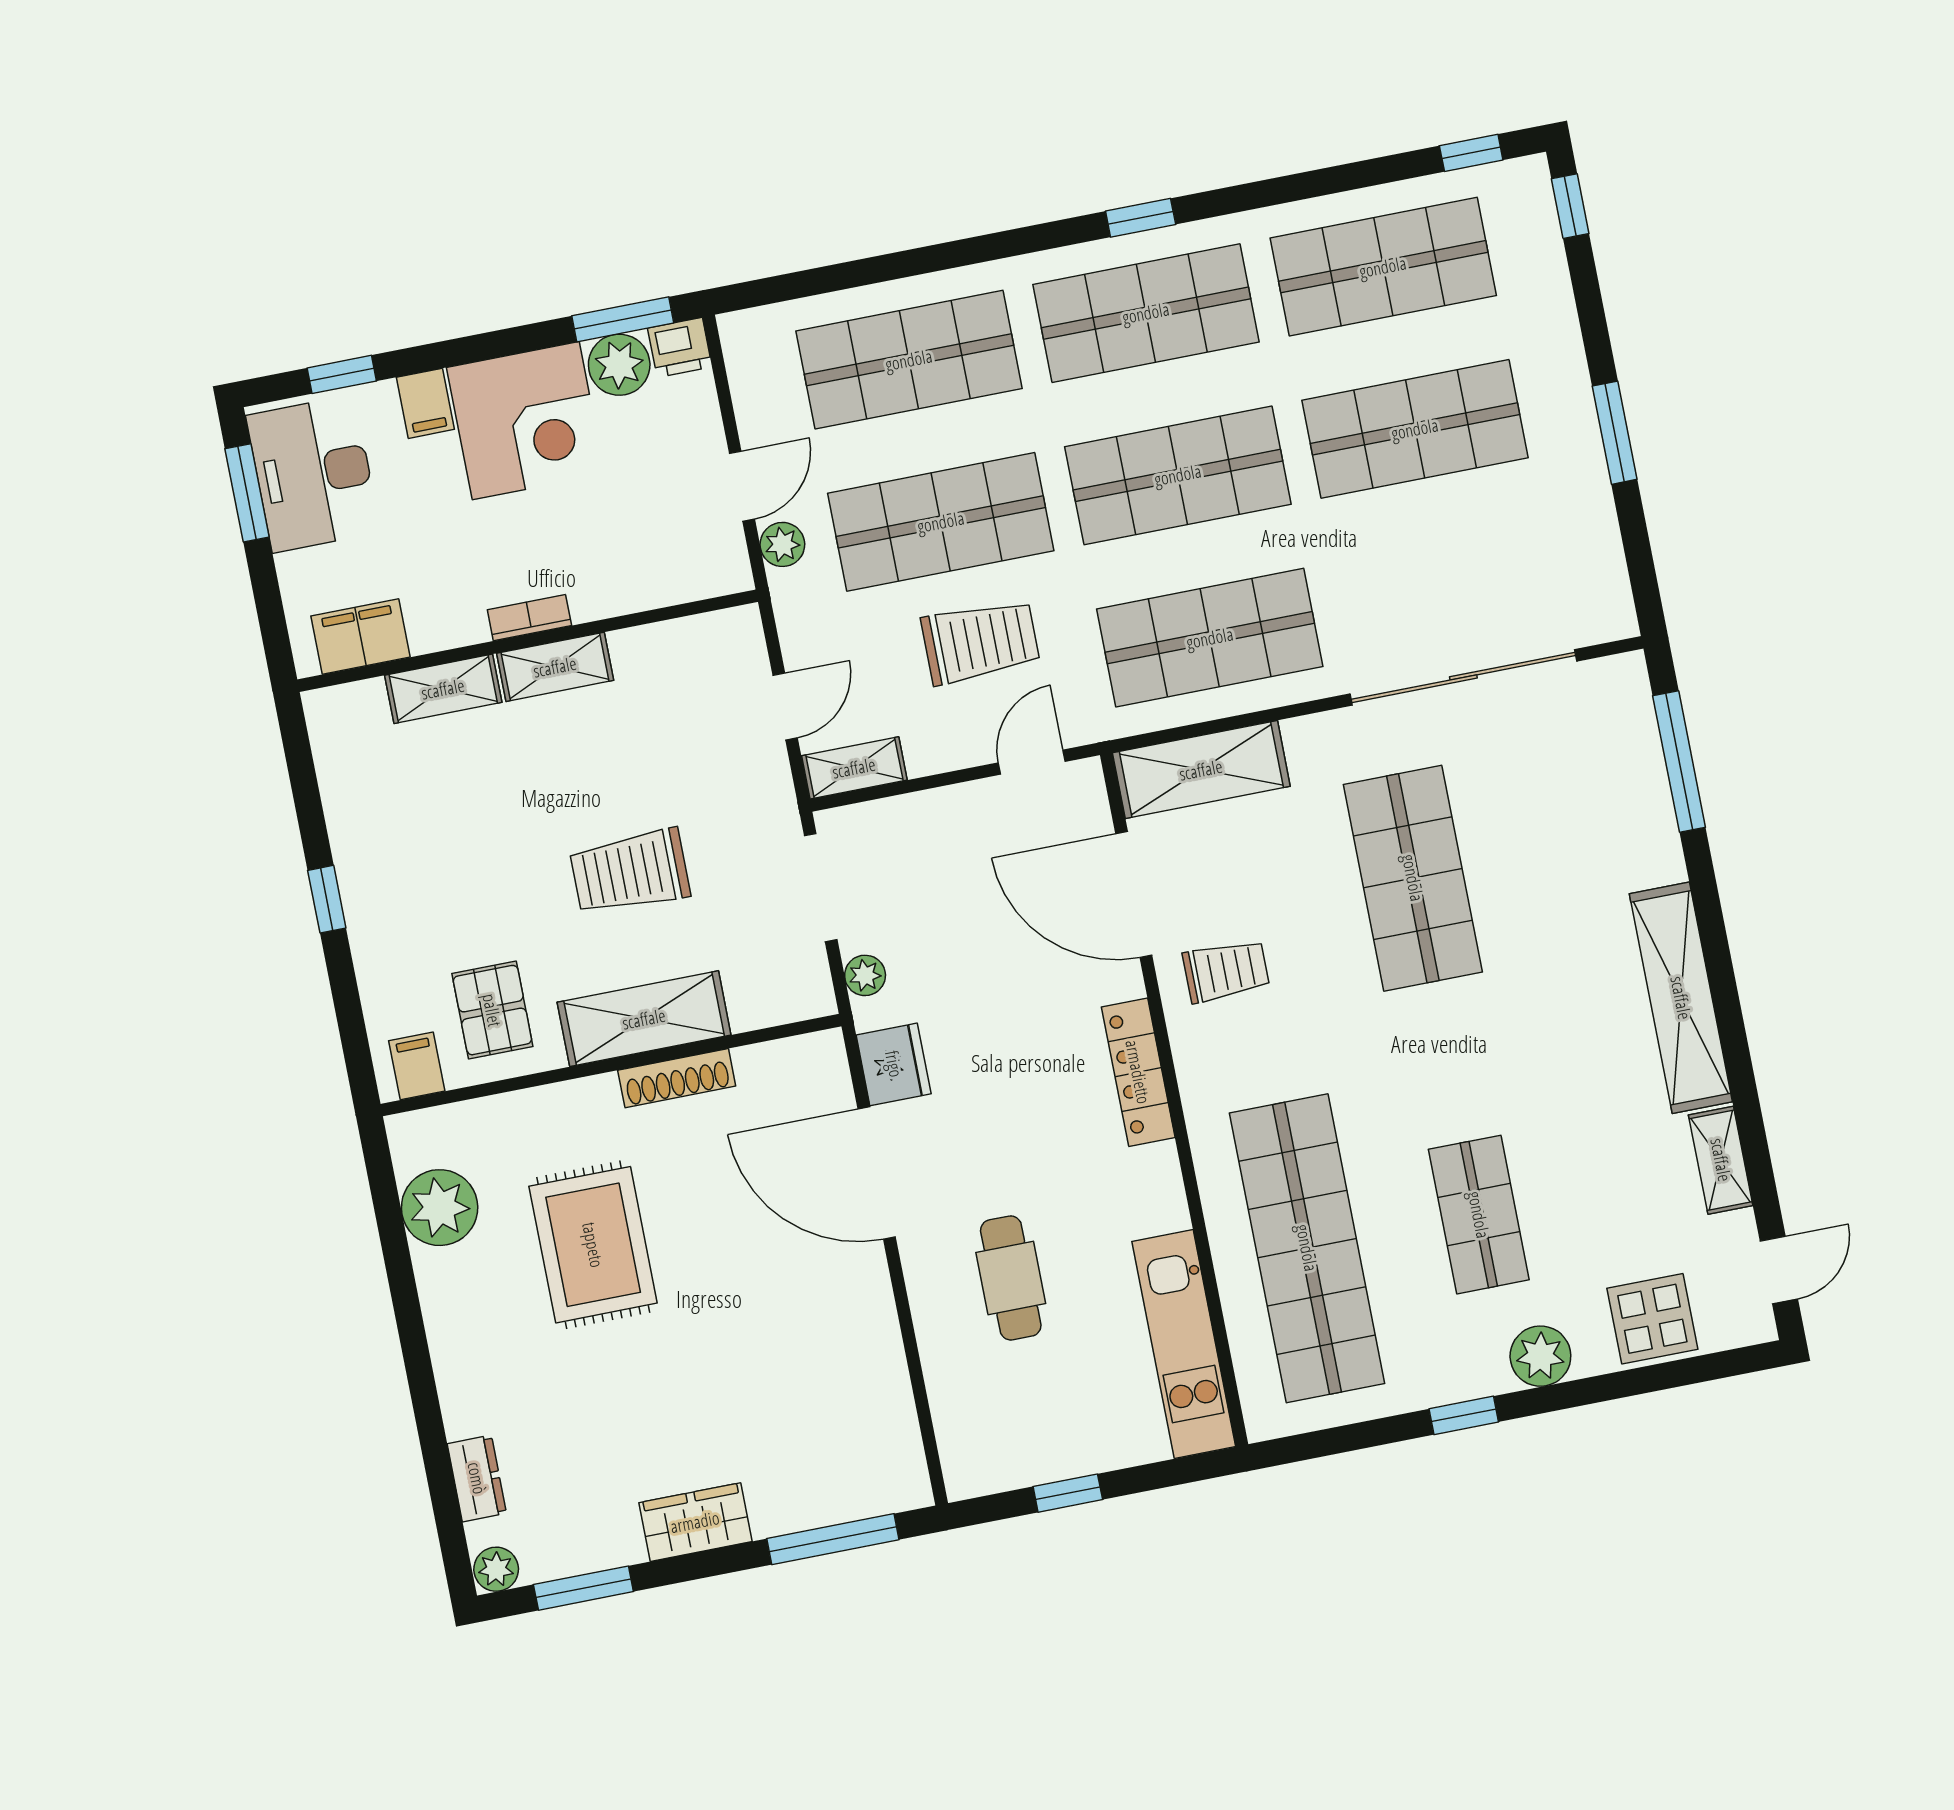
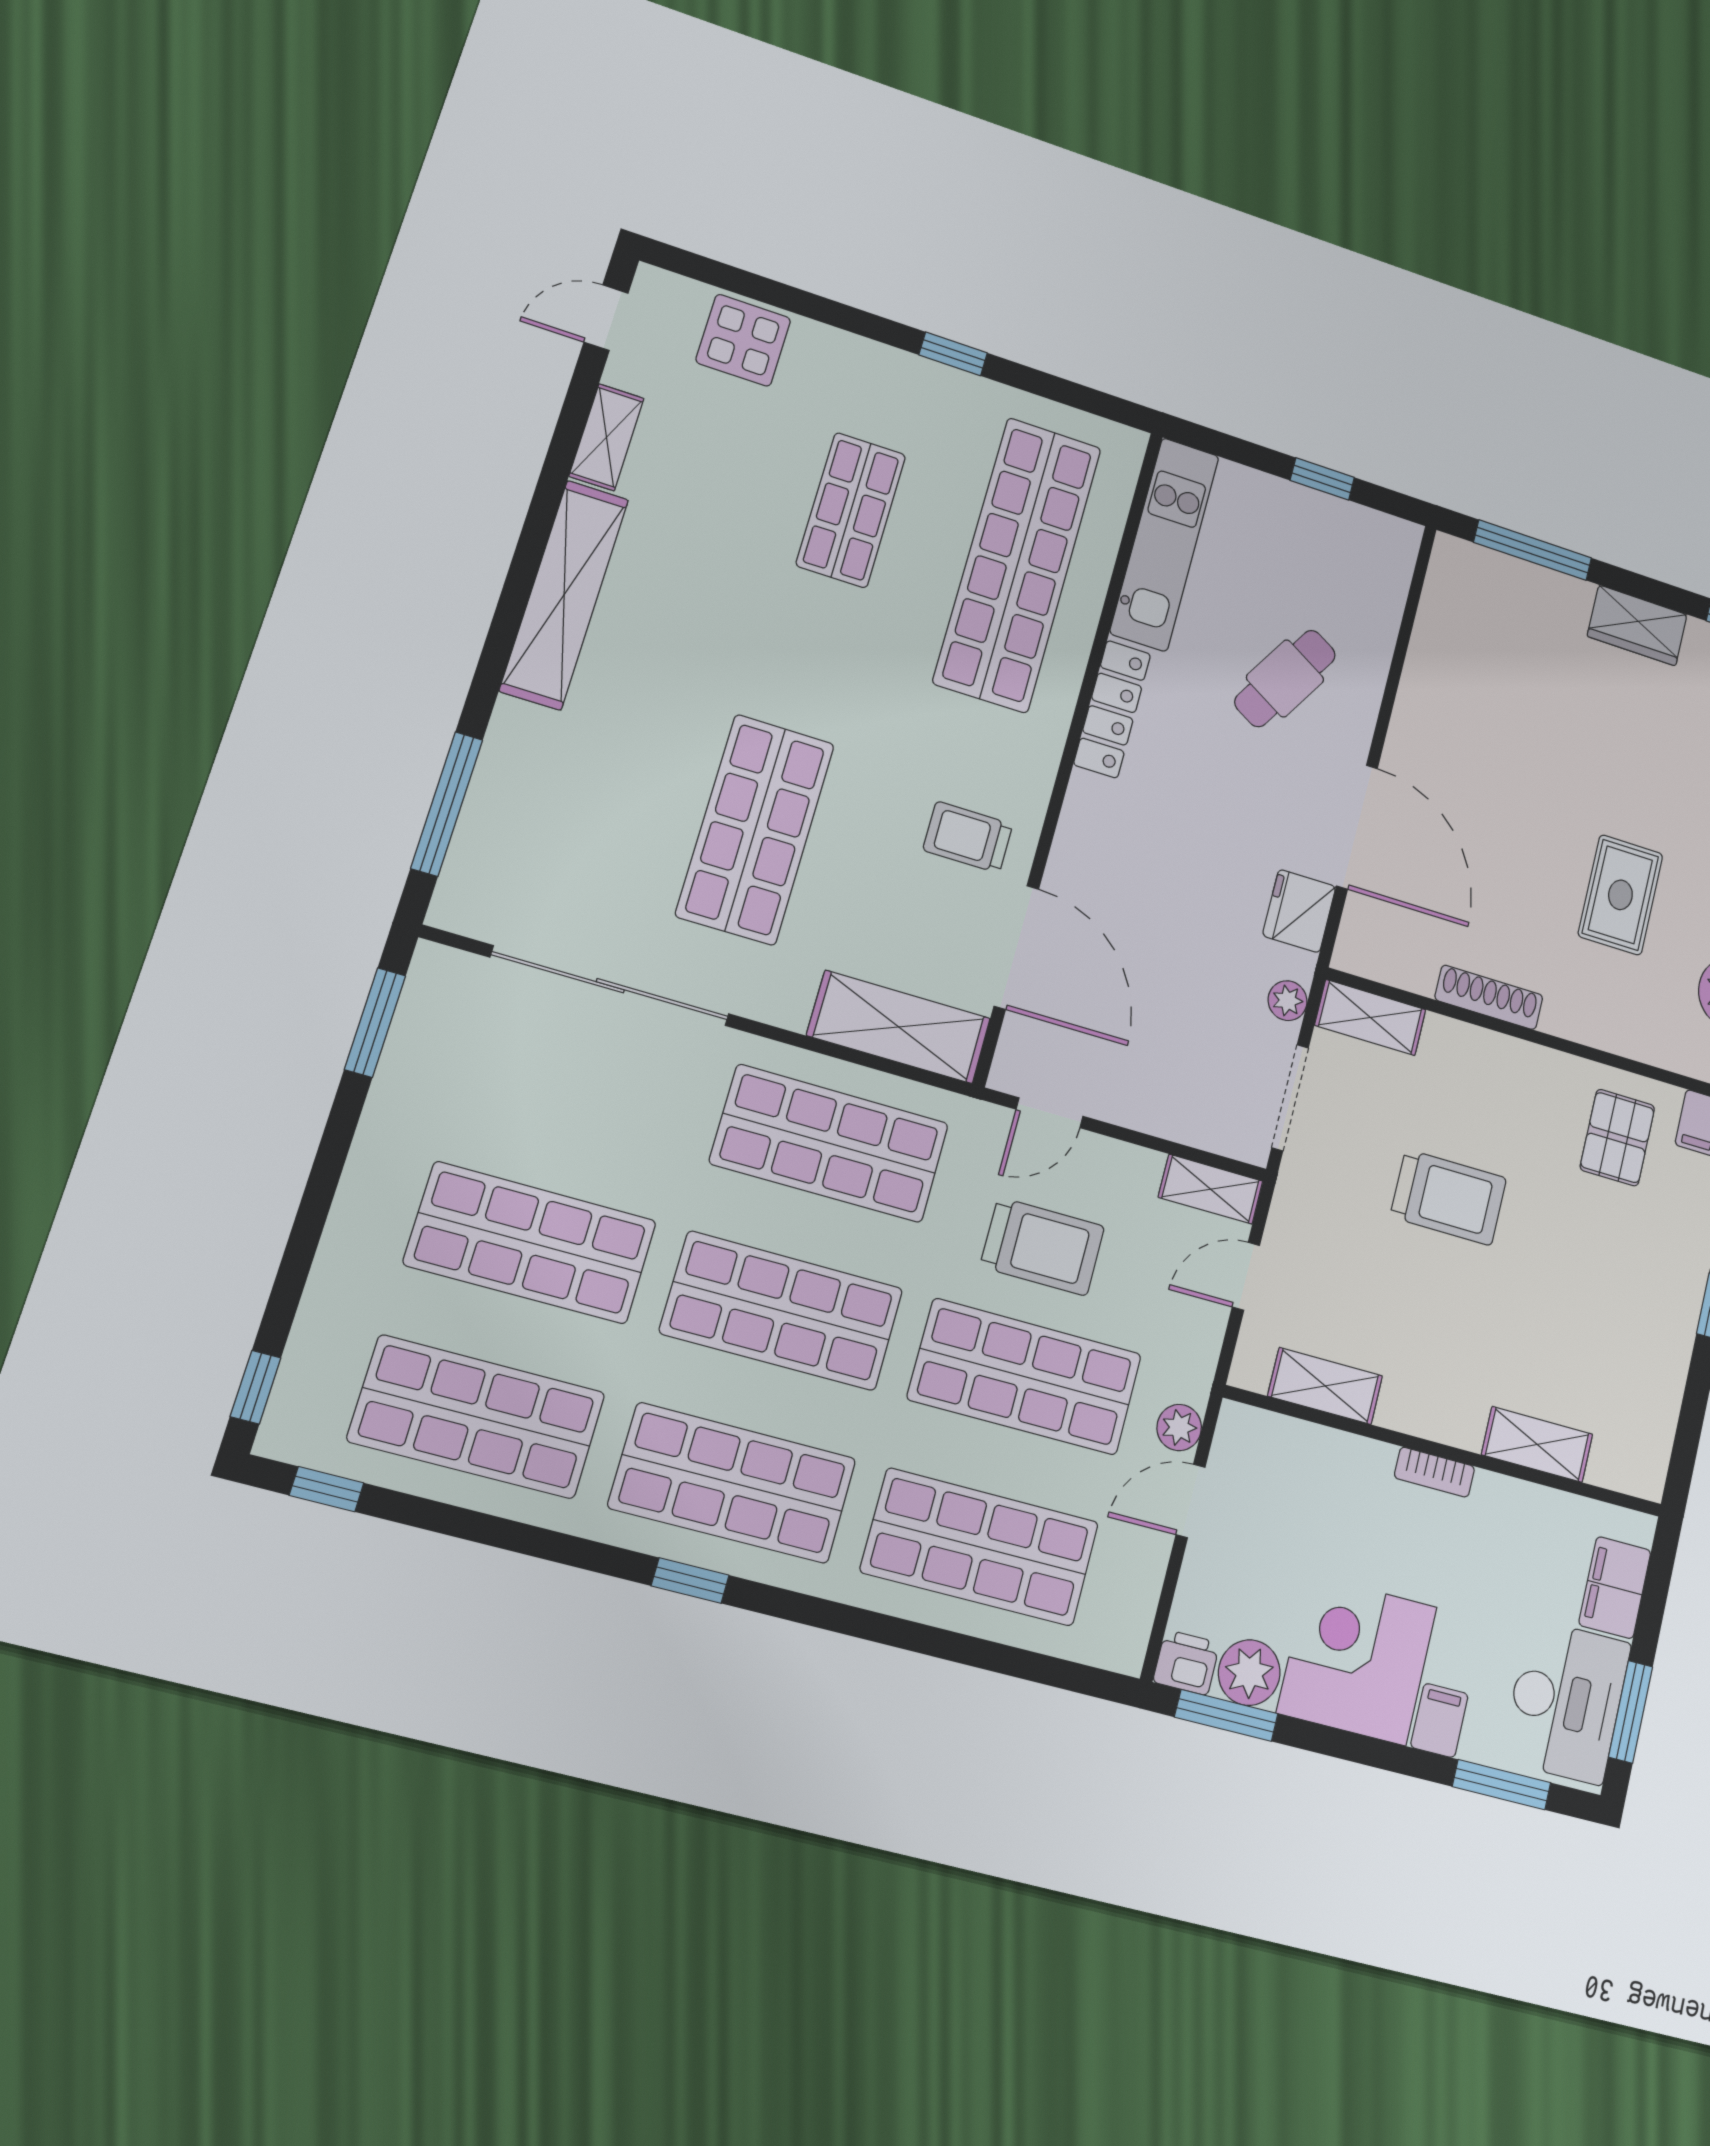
window: (342, 374) -> (1502, 1785), width x1.50
window: (1615, 433) -> (375, 1023), moved
filing cabinet: (361, 637) -> (1615, 1588), moved, turned 90
trolley: (980, 642) -> (1042, 1246), turned 180
shelving: (555, 667) -> (1325, 1386), moved
shelving: (644, 1019) -> (1370, 1017), moved, width x0.67, depth x0.75
locker: (1138, 1072) -> (1112, 709), moved
rug: (593, 1245) -> (1620, 895), width x0.73, depth x0.70
cafe table: (1011, 1278) -> (1285, 678), turned 31
plant: (1540, 1356) -> (860, 365), removed

